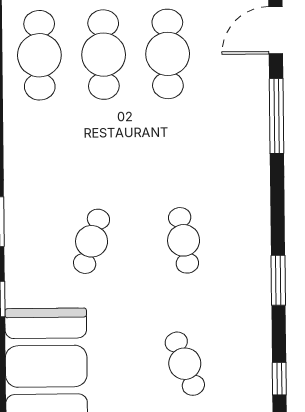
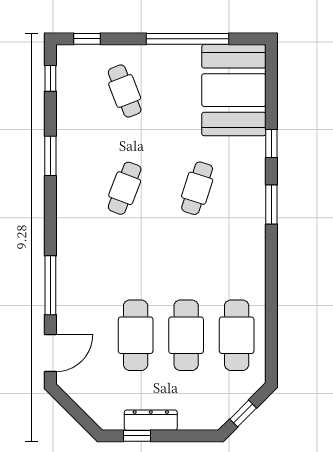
cafe table: (184, 240) -> (125, 188), turned 30

